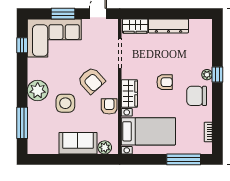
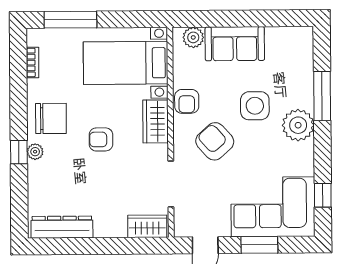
dresser: (168, 26) -> (62, 227), moved
window: (22, 123) -> (322, 96), moved

